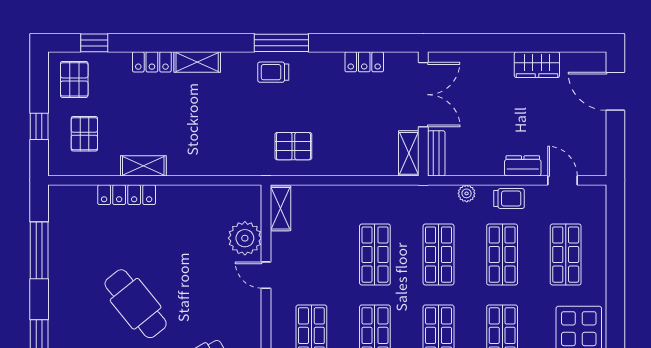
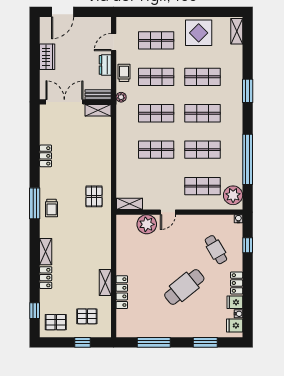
double door: (423, 95) -> (64, 102), moved
wall: (423, 114) -> (75, 102), moved
shelving: (409, 153) -> (98, 110), moved
bench: (436, 153) -> (98, 95), moved

